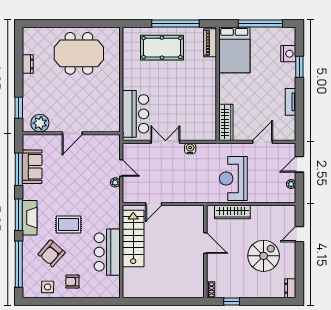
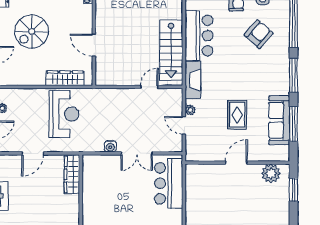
sofa: (32, 167) -> (279, 120), width x1.36
fireplace: (30, 218) -> (193, 80), moved, turned 180
rug: (68, 225) -> (237, 115), moved, turned 90

